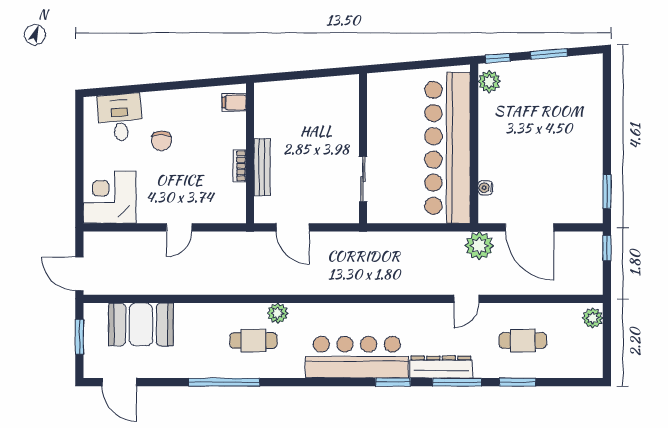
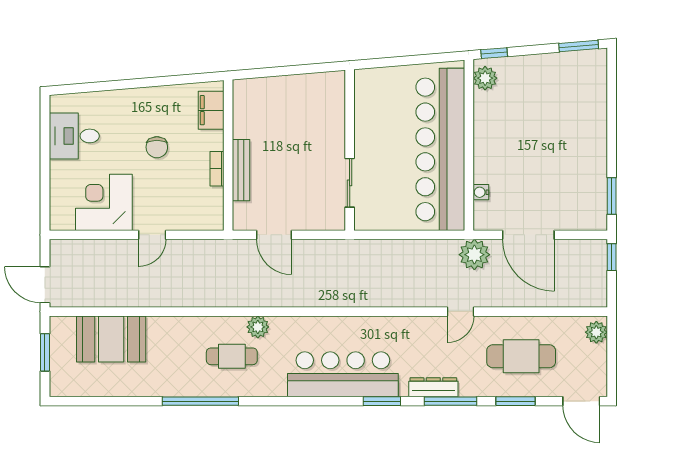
window: (549, 54) -> (579, 46), moved
filing cabinet: (234, 102) -> (211, 110), width x2.00
desk: (120, 117) -> (74, 136), moved, turned -85
chair: (161, 141) -> (157, 147), moved
corner desk: (110, 197) -> (104, 202), moved
cafe table: (523, 340) -> (521, 356), width x1.37, depth x1.35
dresser: (441, 367) -> (433, 387), width x0.73, depth x0.80
door: (119, 382) -> (581, 401), moved

